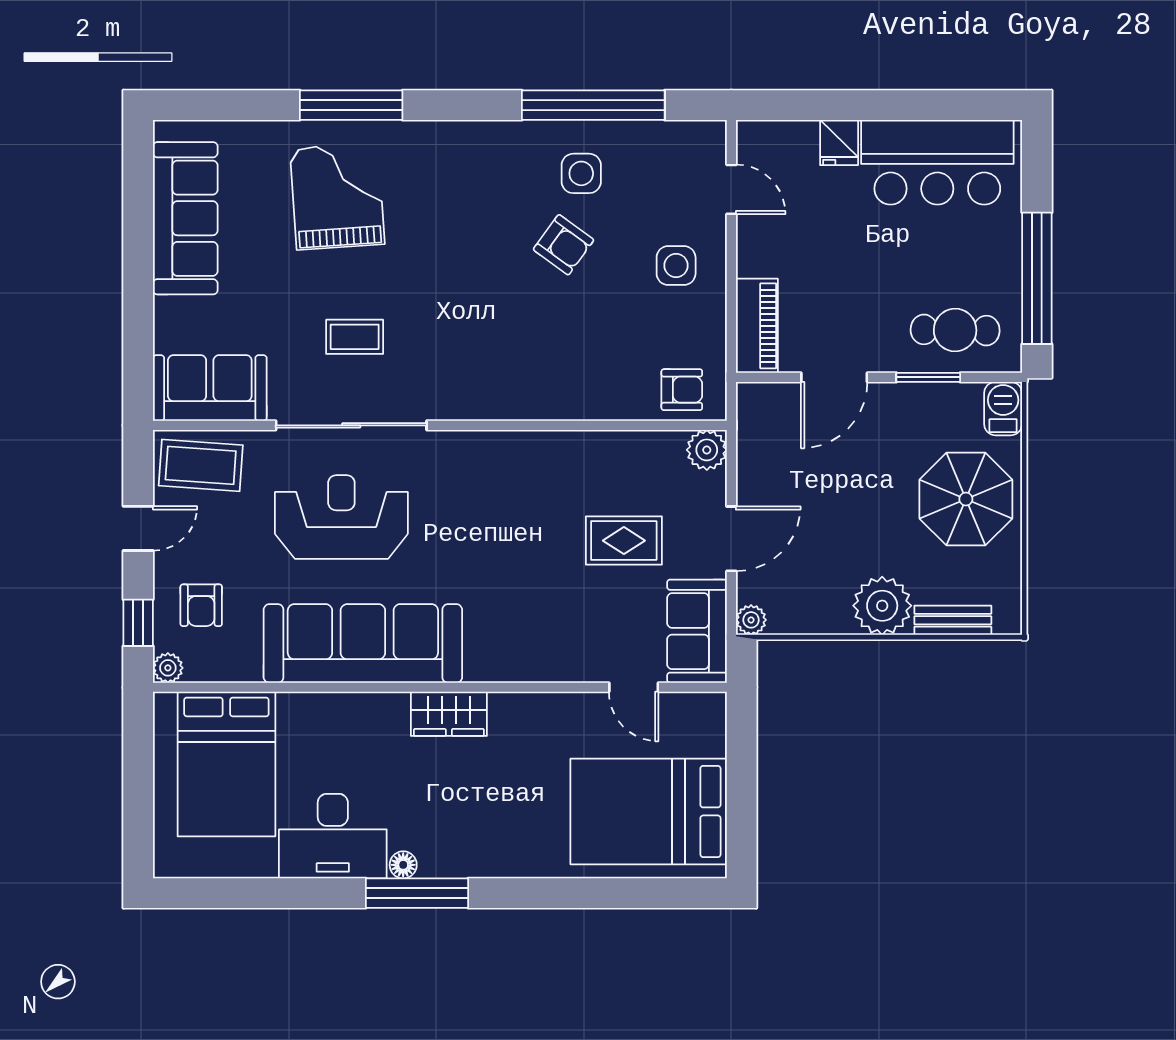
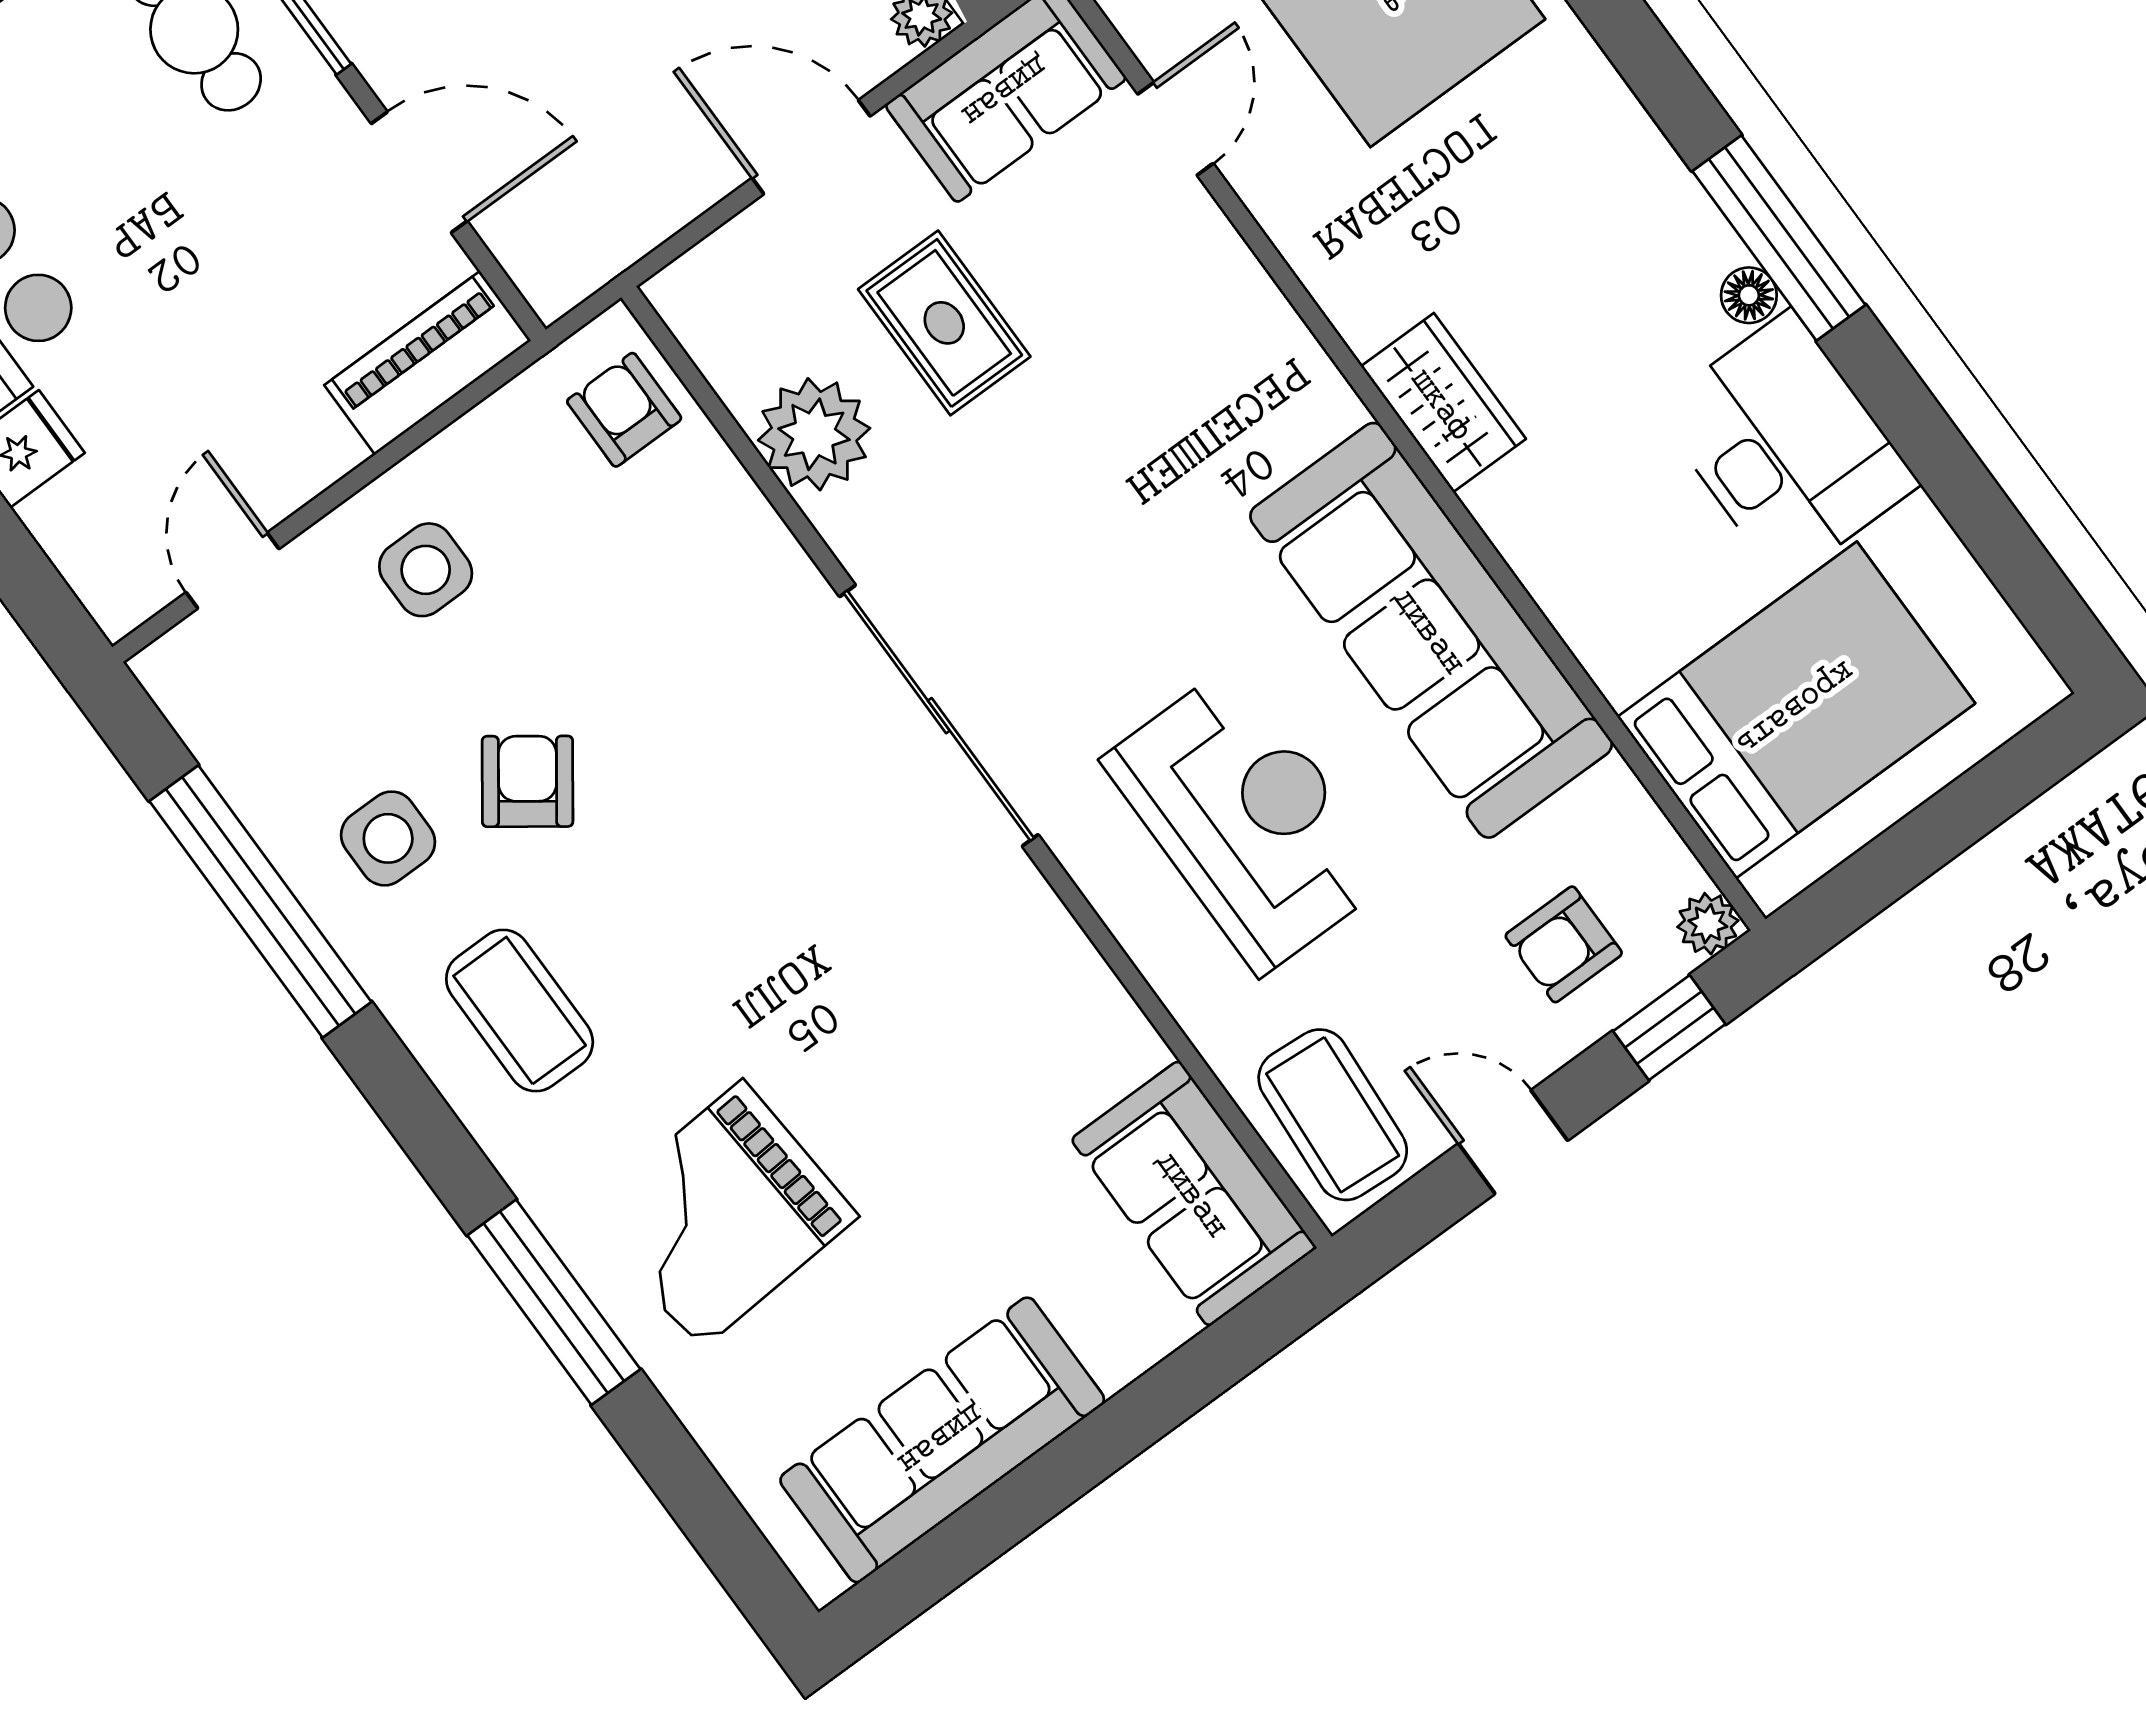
coffee table: (355, 337) -> (520, 1011), moved, width x1.36, depth x1.30
sliding door: (351, 425) -> (939, 716), moved
plant: (707, 450) -> (814, 434), moved, width x1.36, depth x1.36
reception desk: (341, 517) -> (1248, 819), turned 180
armchair: (201, 605) -> (1564, 944), turned 180

